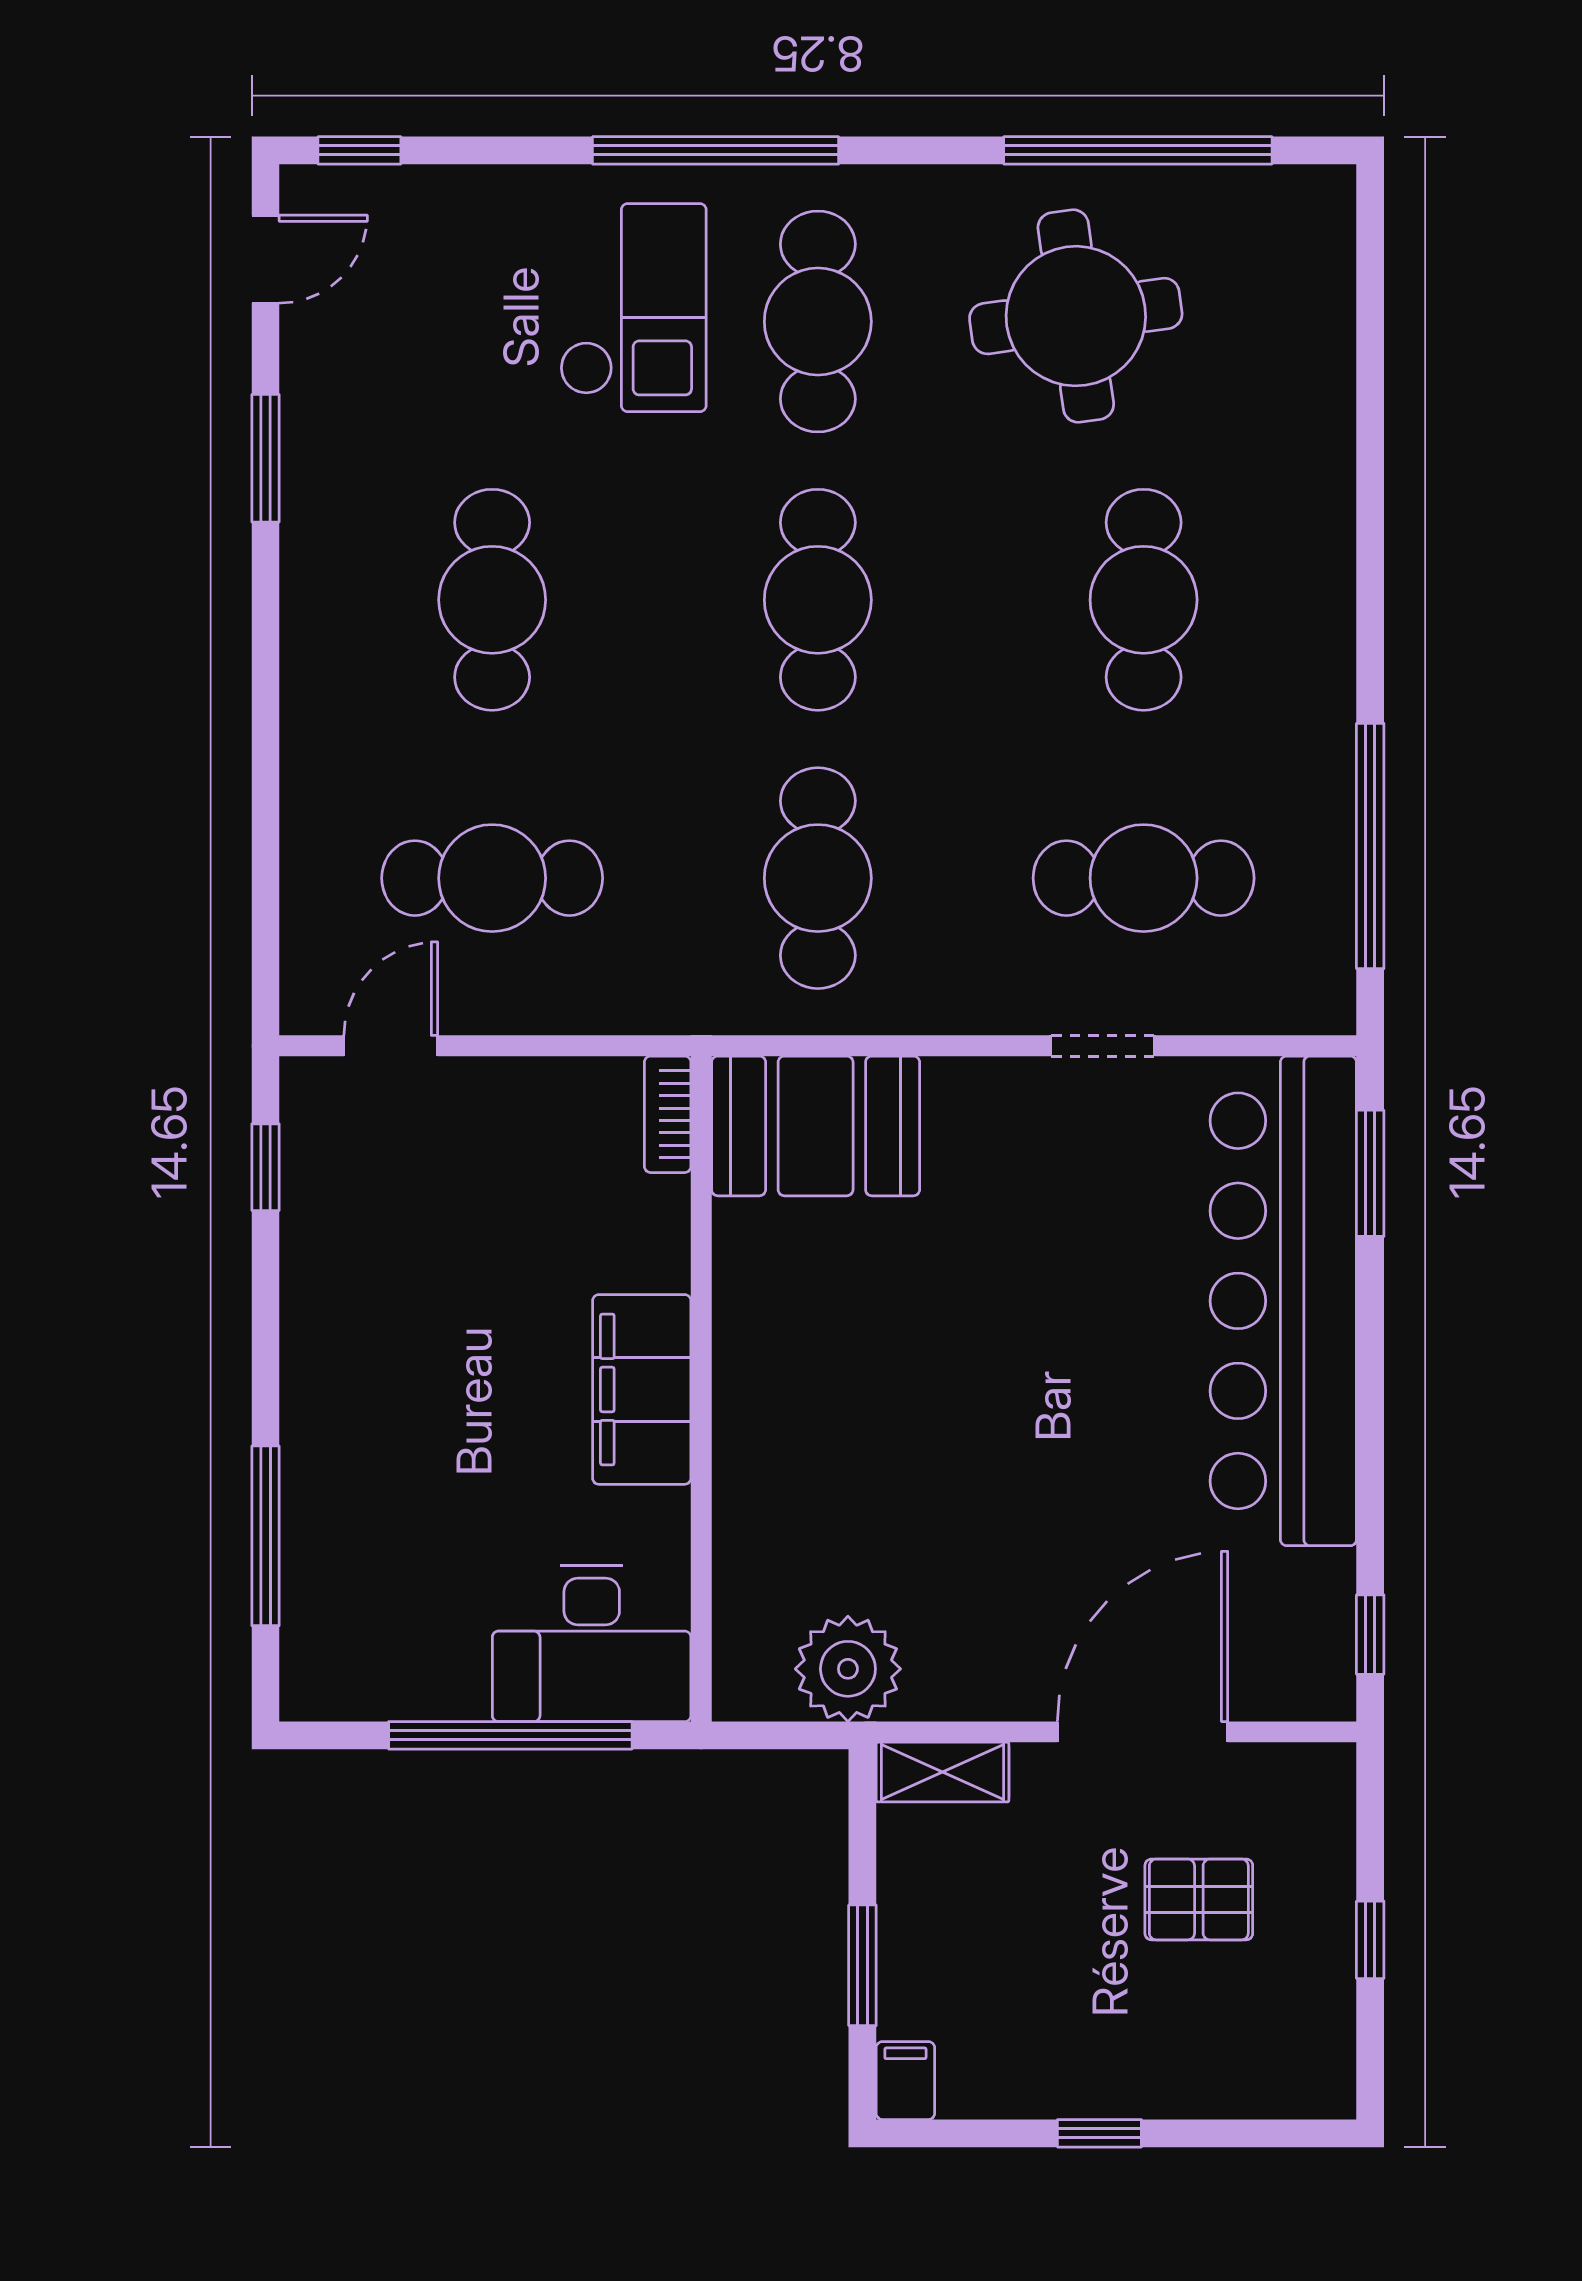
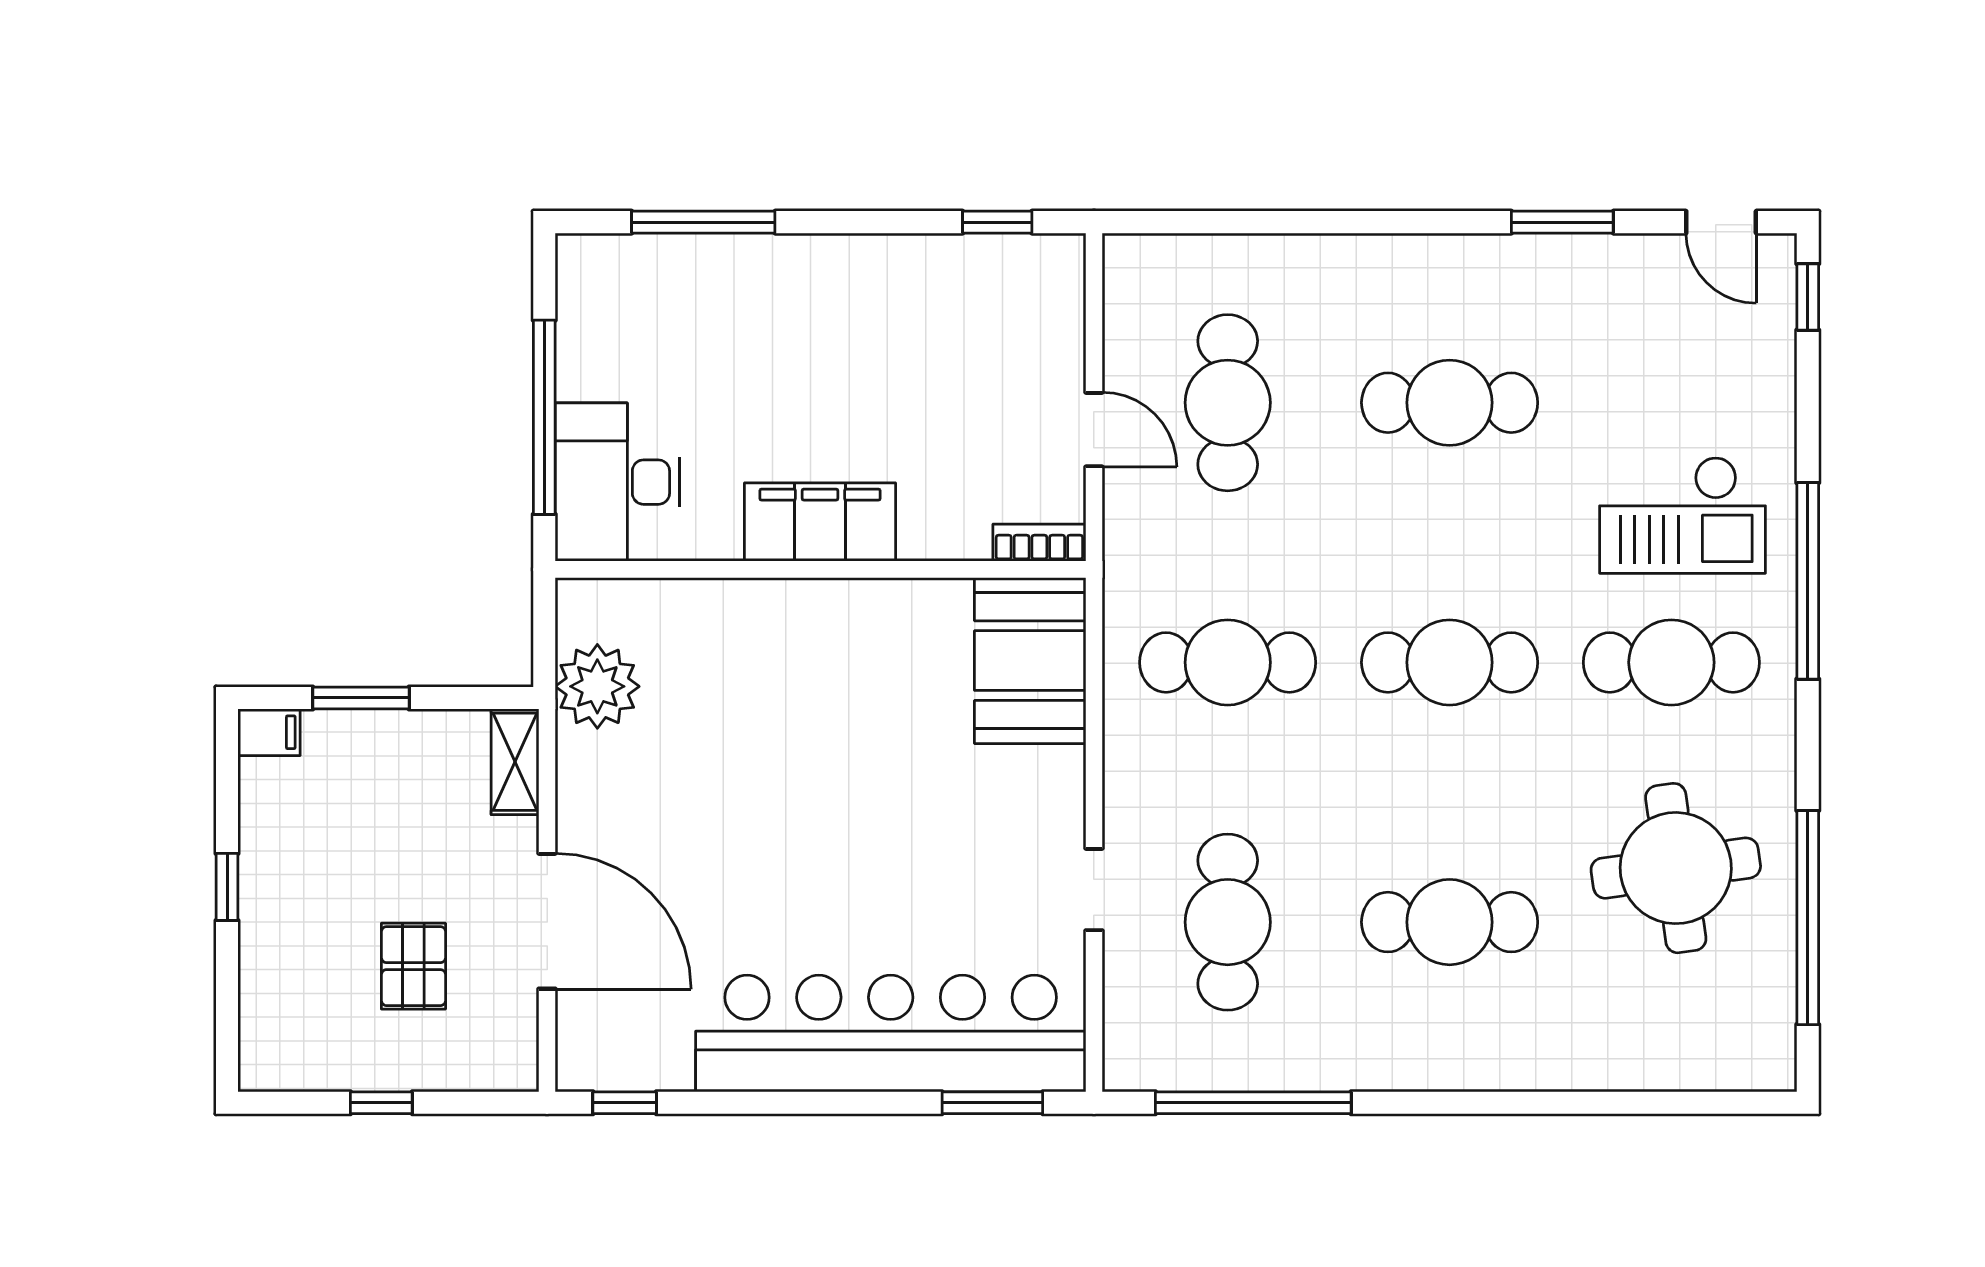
door: (391, 1046) -> (1094, 430), moved

